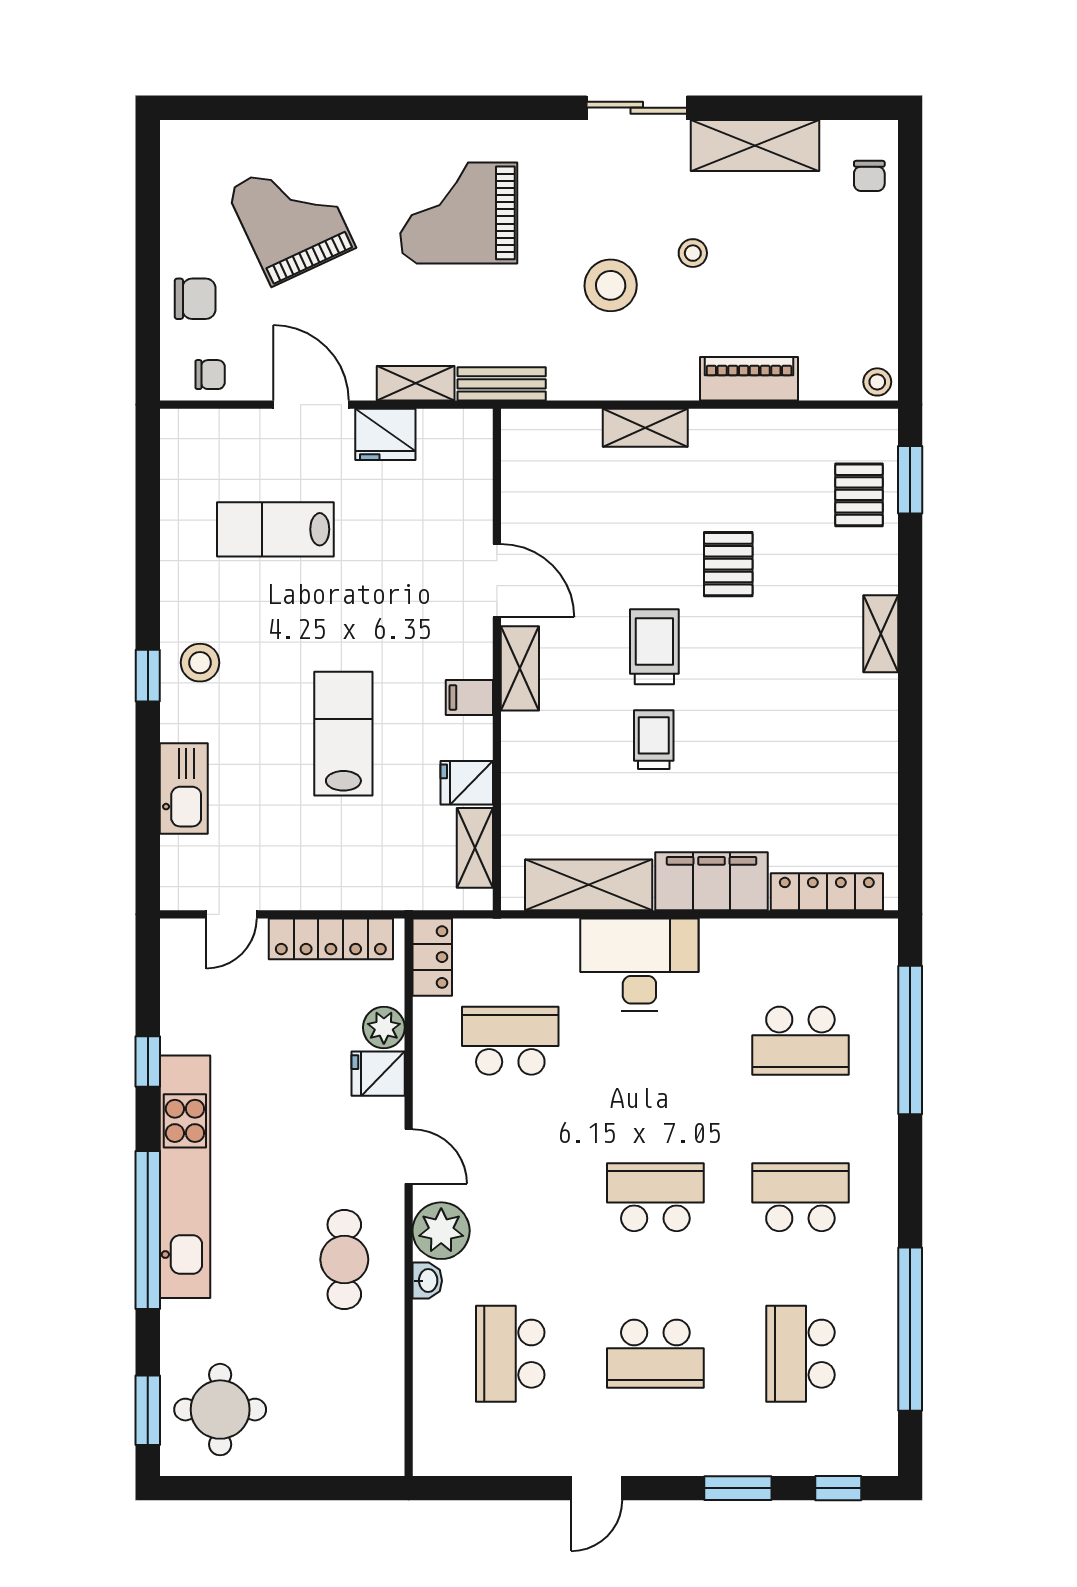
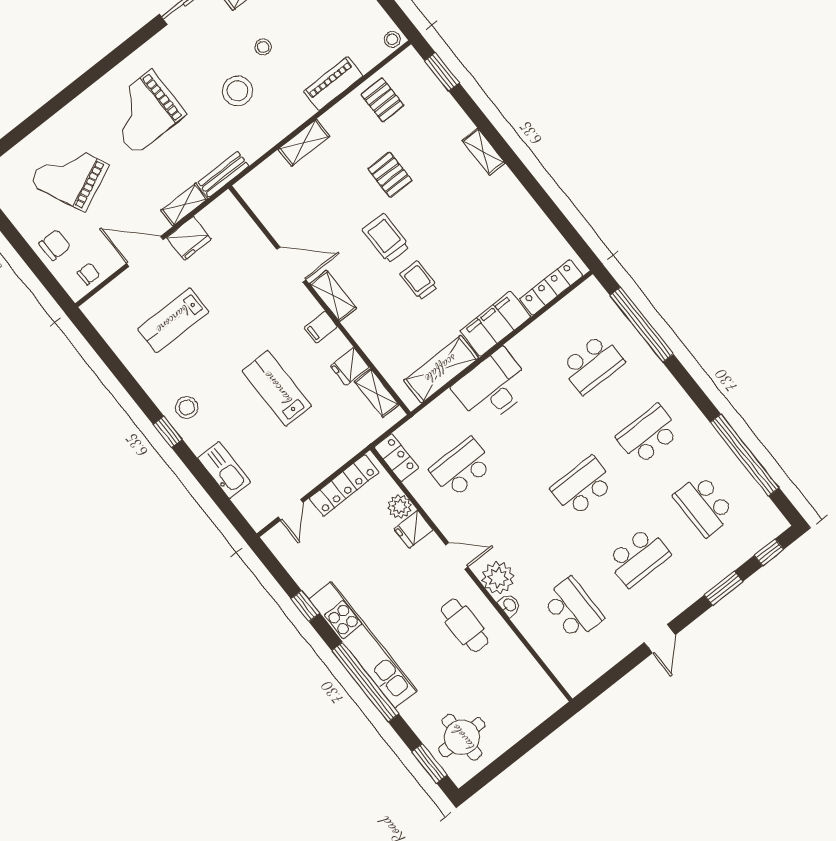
pallet: (859, 495) -> (382, 100), moved
school desk: (510, 1354) -> (573, 609), turned 180

